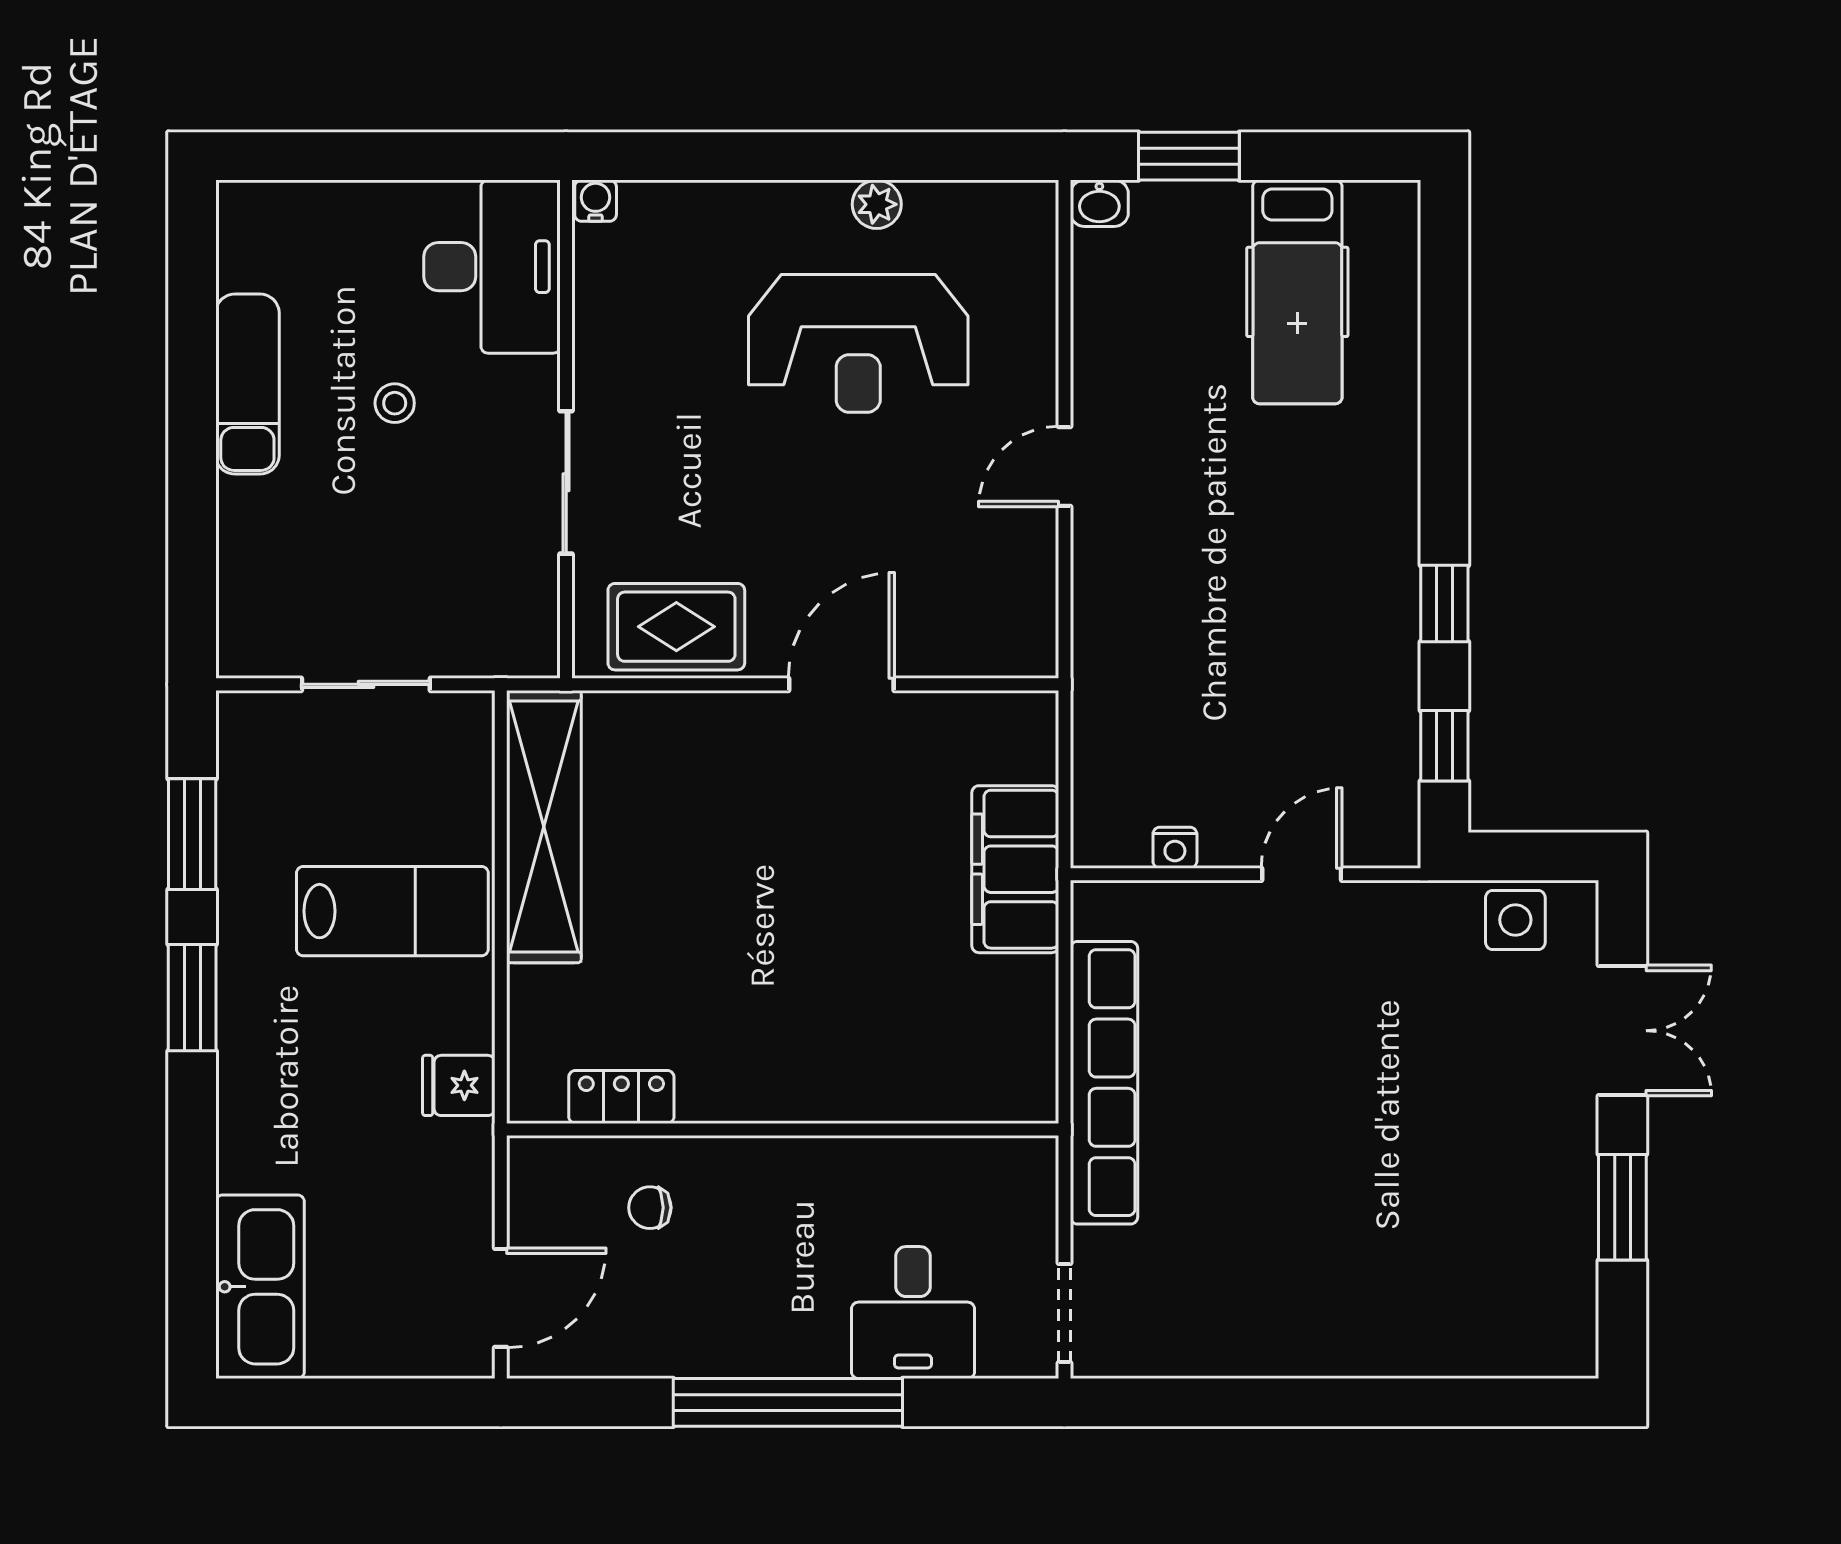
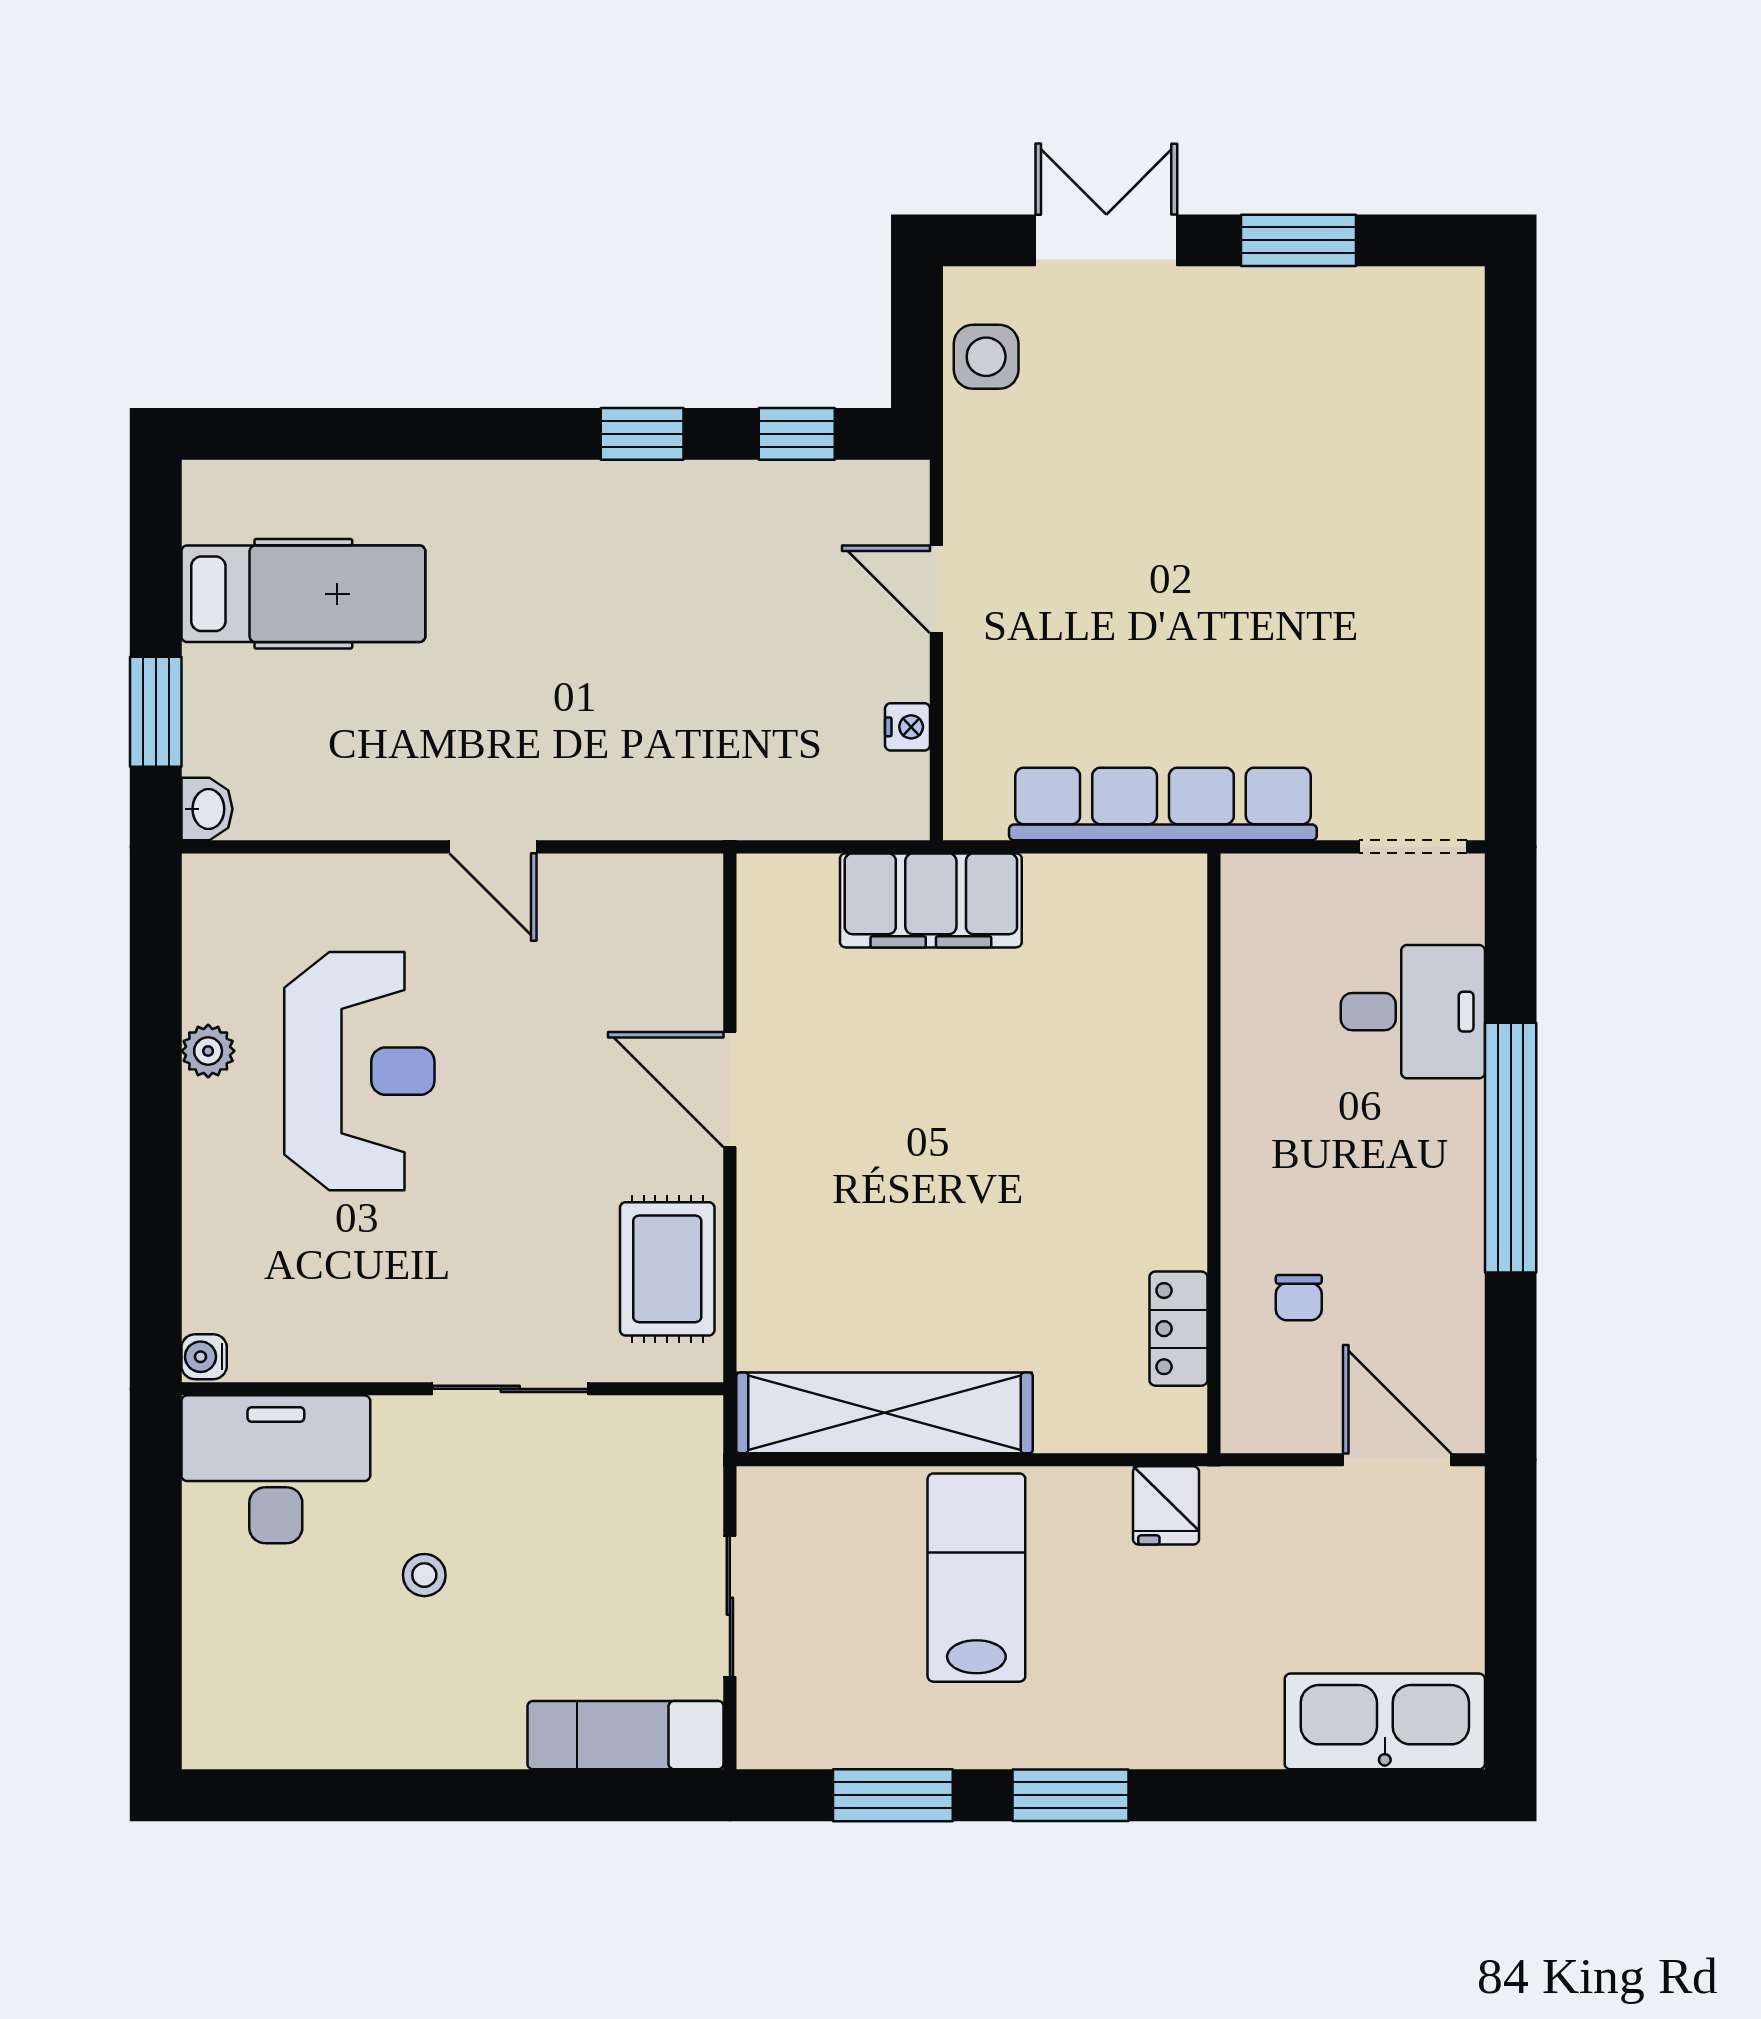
exam couch: (247, 384) -> (626, 1735), moved

